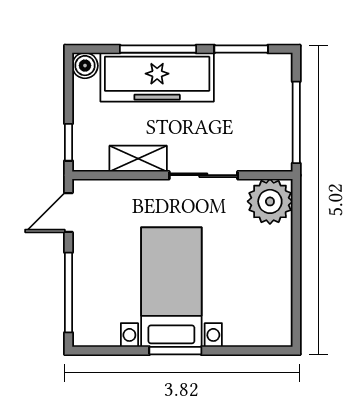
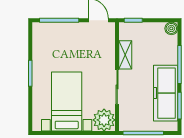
freezer: (157, 77) -> (166, 93), moved
bed with nightstands: (171, 287) -> (67, 102), moved, turned -90

